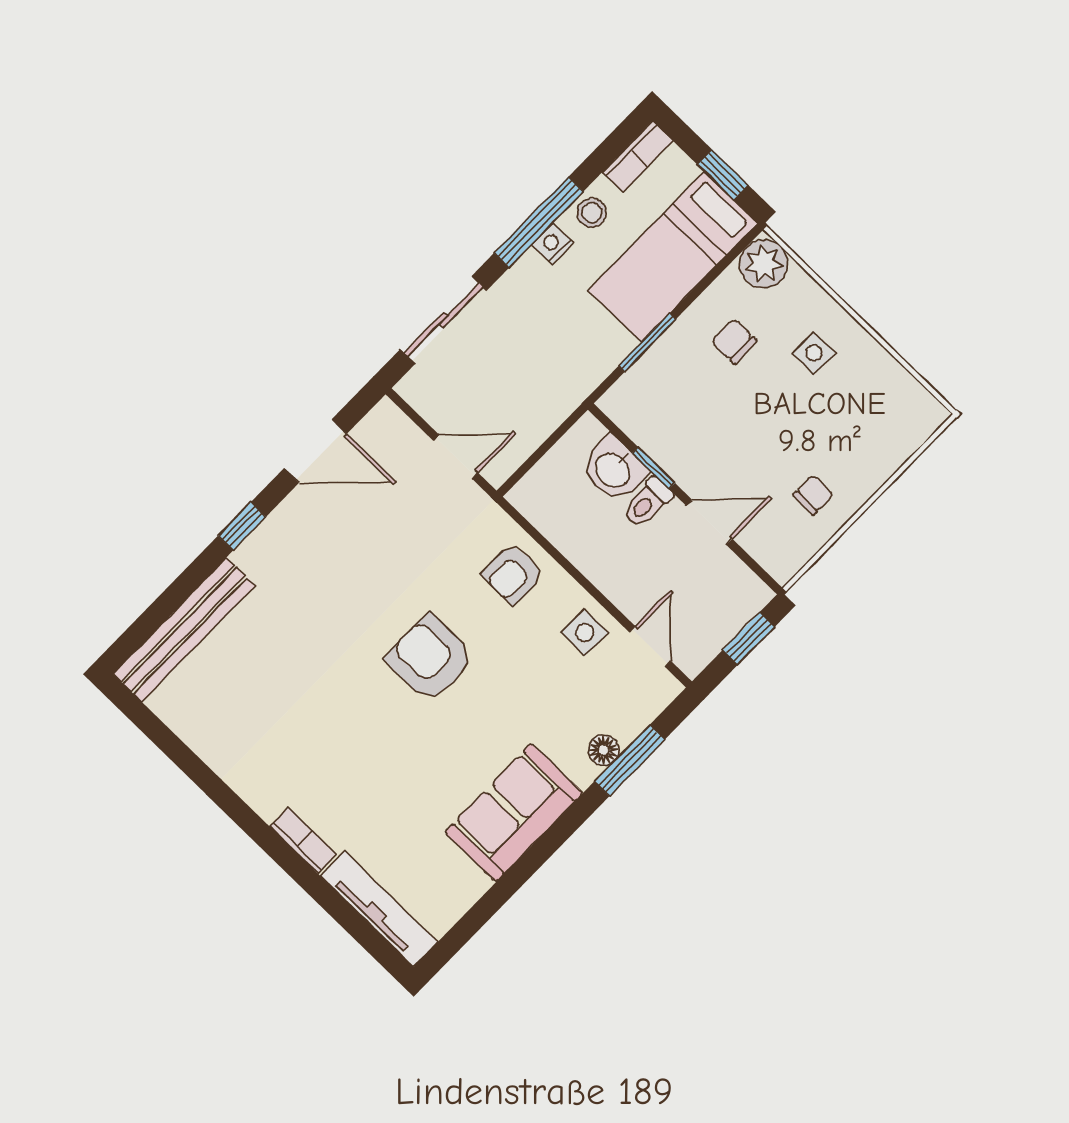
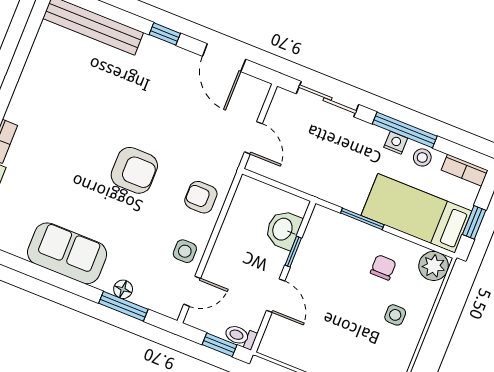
chair: (813, 495) -> (315, 348), removed
toilet: (647, 503) -> (240, 336), moved
armchair: (430, 658) -> (134, 170), turned 90

